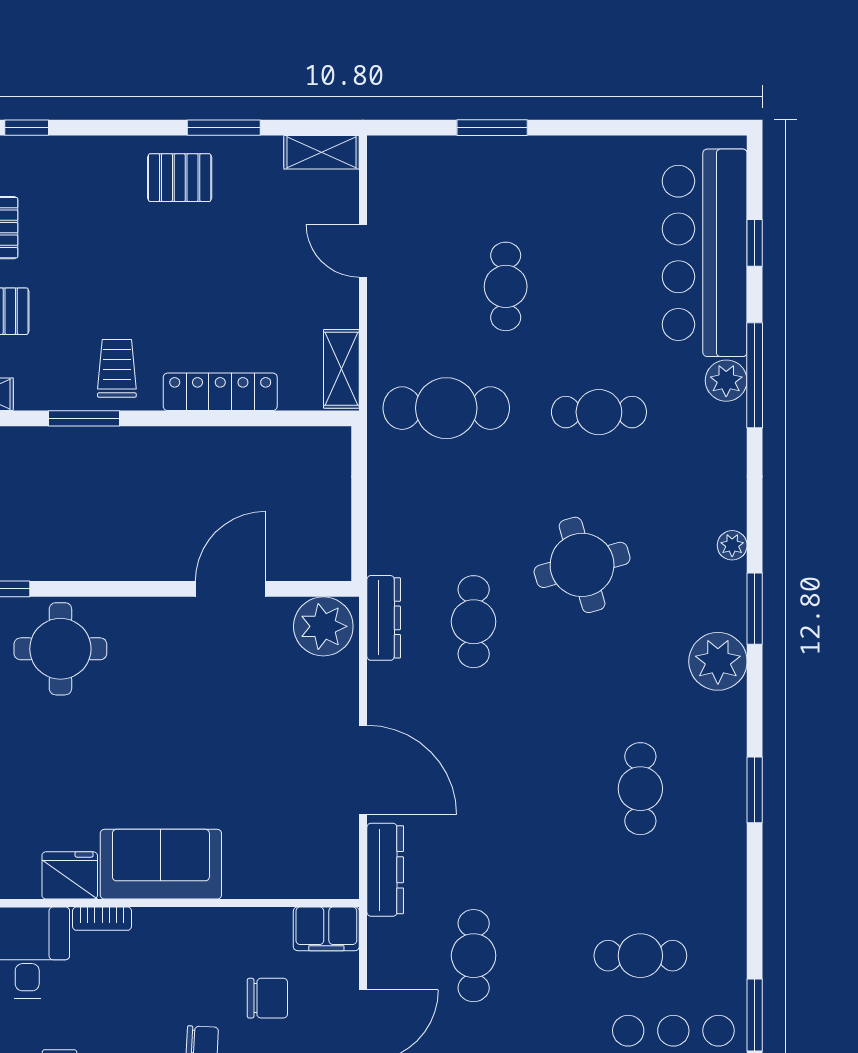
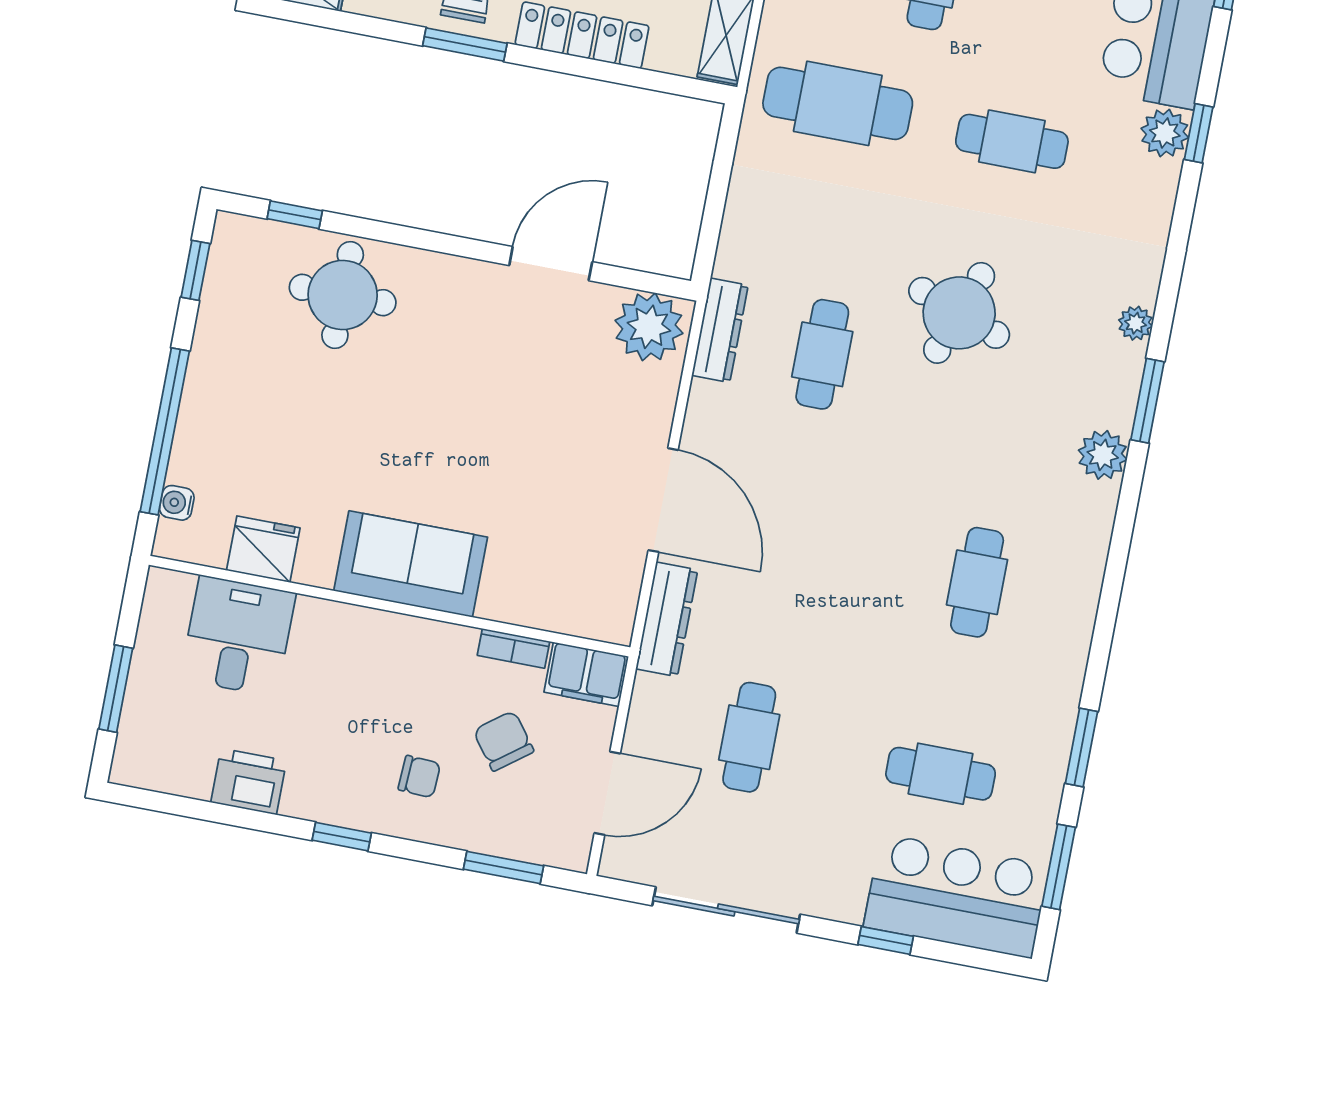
window: (755, 375) -> (1199, 133), width x0.46
window: (84, 418) -> (465, 44), moved
round table: (582, 565) -> (959, 313), turned 36
plant: (718, 661) -> (1103, 455), width x0.73, depth x0.73
window: (755, 790) -> (1081, 747), moved
fridge: (70, 875) -> (263, 549), moved
bookcase: (102, 919) -> (513, 648), moved
chair: (267, 998) -> (504, 741), turned -127

